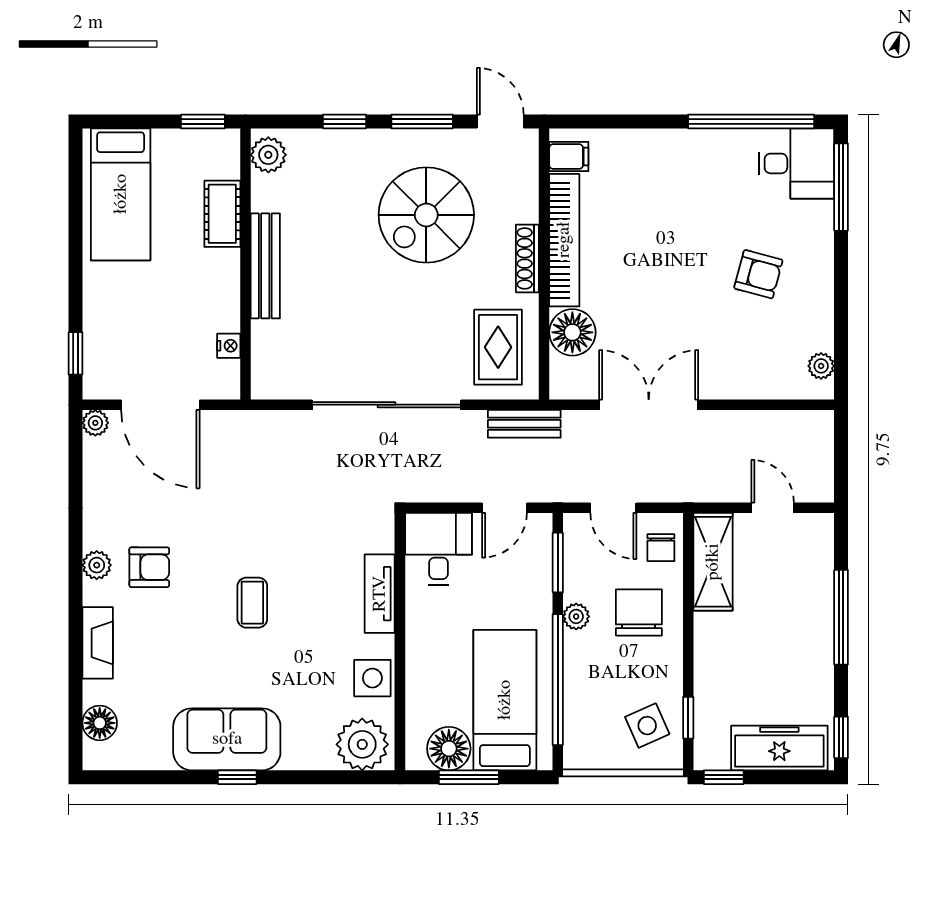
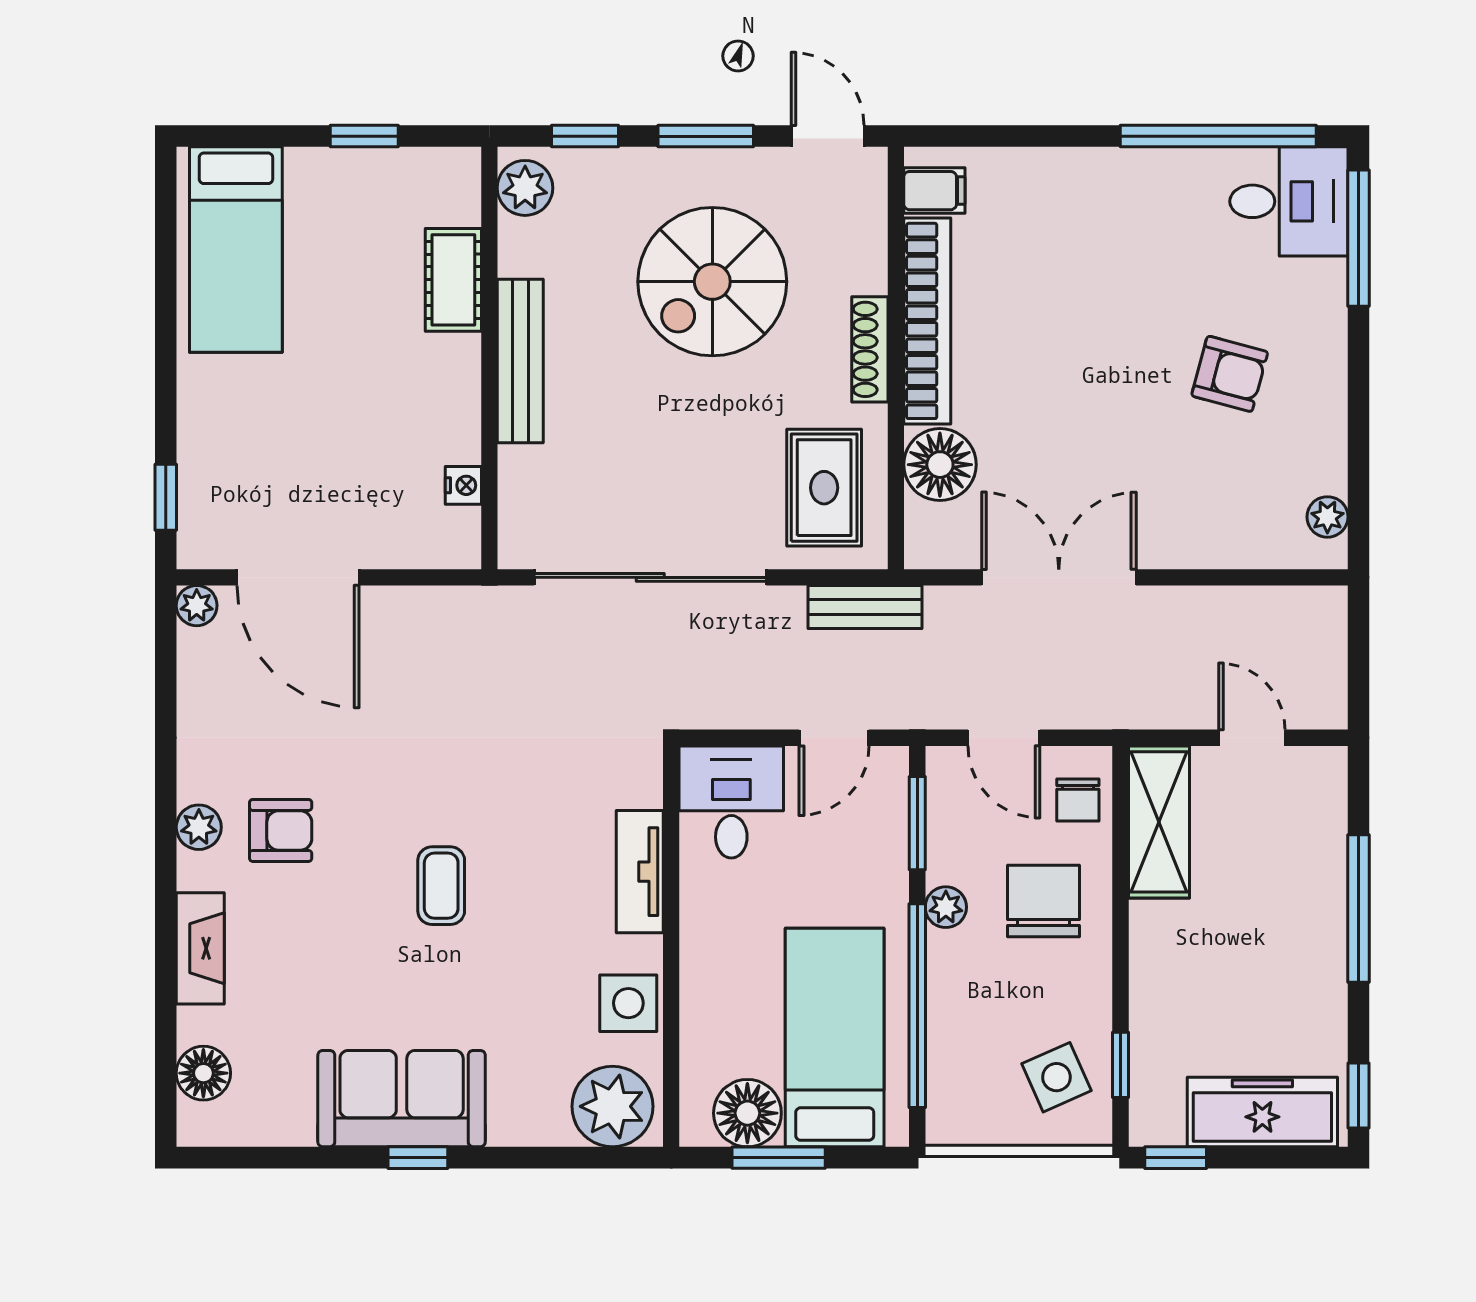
plant: (268, 155) -> (525, 188), moved
cot: (222, 214) -> (453, 280), moved
wall: (245, 264) -> (489, 358), moved
bench: (265, 266) -> (520, 361), moved
nightstand: (229, 346) -> (463, 485), moved

